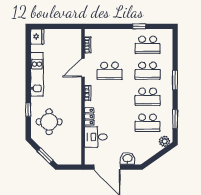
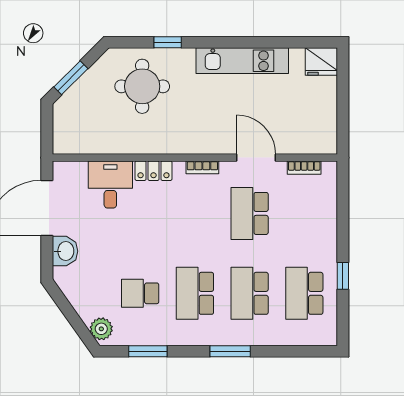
school desk: (148, 123) -> (140, 293), width x0.54

